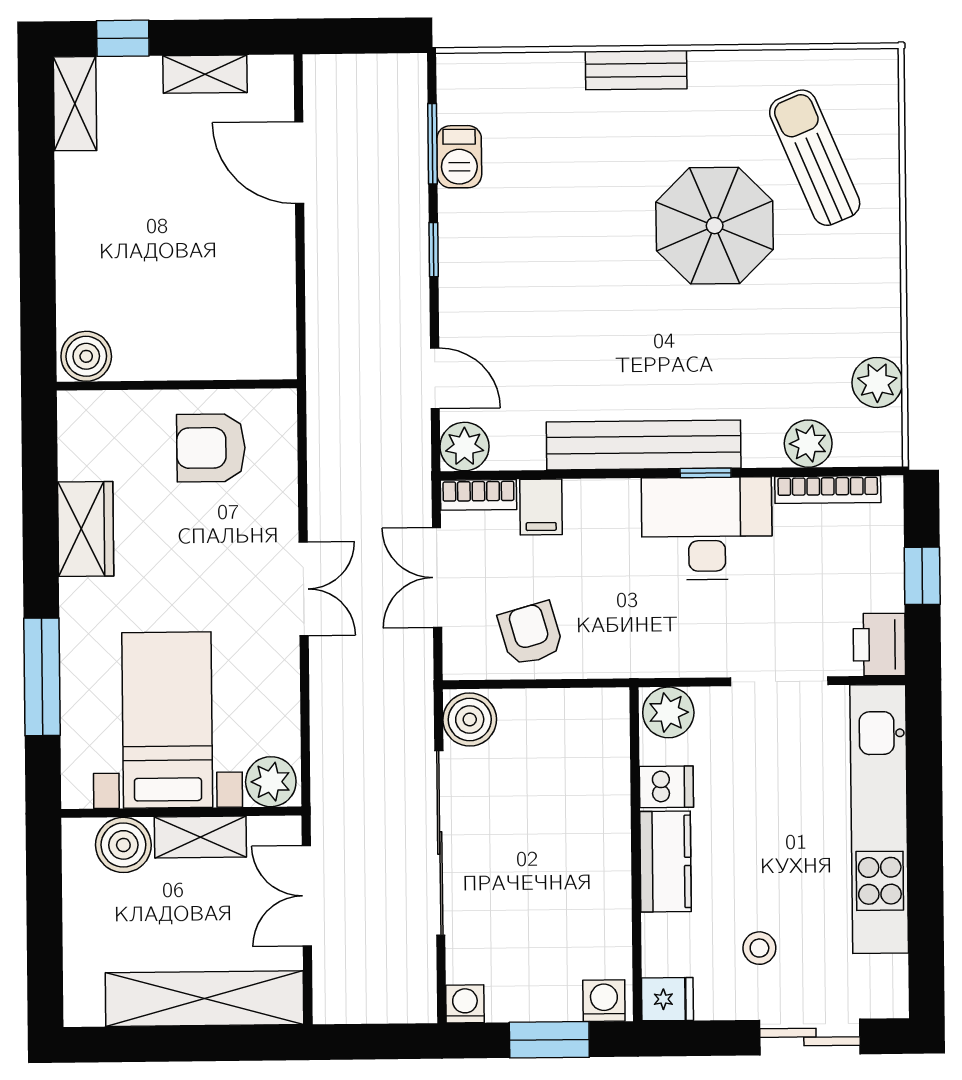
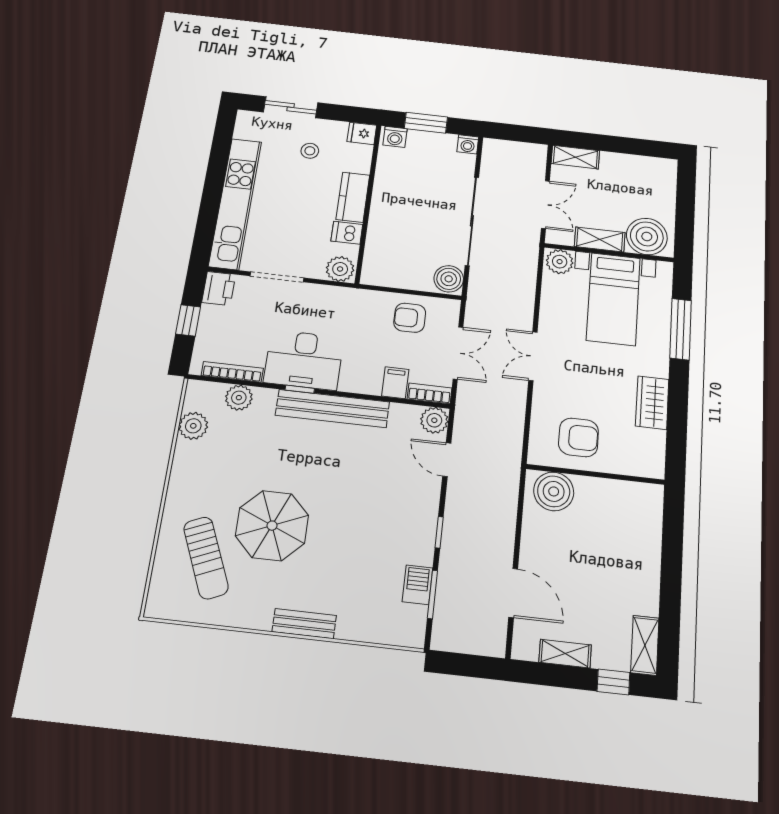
boiler: (86, 356) -> (554, 491), moved, width x1.37, depth x1.37
armchair: (531, 634) -> (410, 318), turned 106
boiler: (123, 845) -> (647, 236), width x1.37, depth x1.37
shelving: (205, 999) -> (575, 157), width x0.45, depth x0.75

